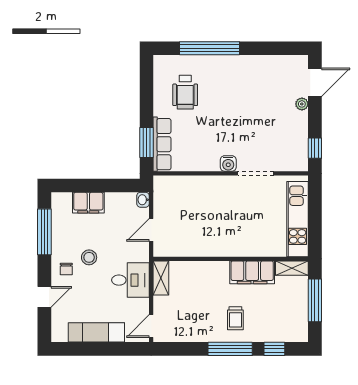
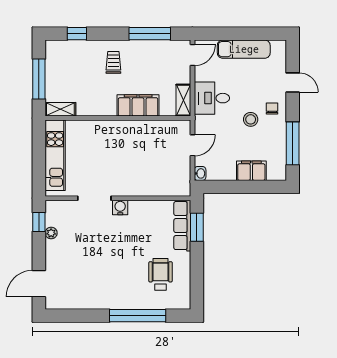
plant: (302, 104) -> (51, 233), moved
filing cabinet: (252, 272) -> (138, 105), moved
door: (44, 297) -> (293, 82), swing flipped
window: (230, 349) -> (150, 34), moved

